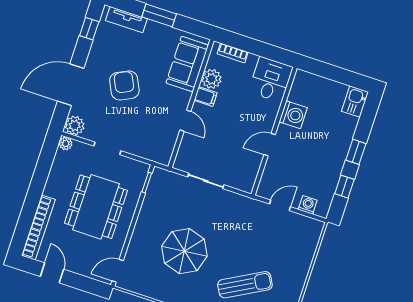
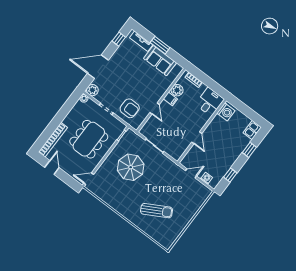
sofa: (187, 64) -> (160, 61), moved, turned -90
armchair: (124, 85) -> (130, 108), moved, turned 116
washing machine: (293, 115) -> (226, 112), moved
door: (270, 145) -> (197, 138), swing flipped
window: (356, 152) -> (249, 150), moved
parasol: (184, 251) -> (131, 167), moved

